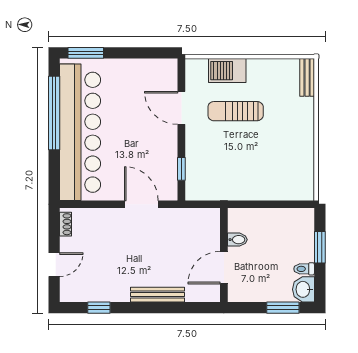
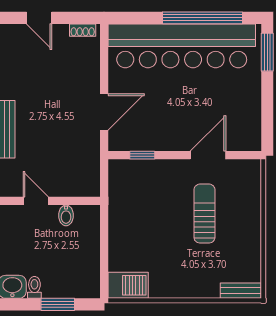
barbecue: (227, 71) -> (128, 285), moved, turned 90
door: (224, 268) -> (36, 201), width x0.73

